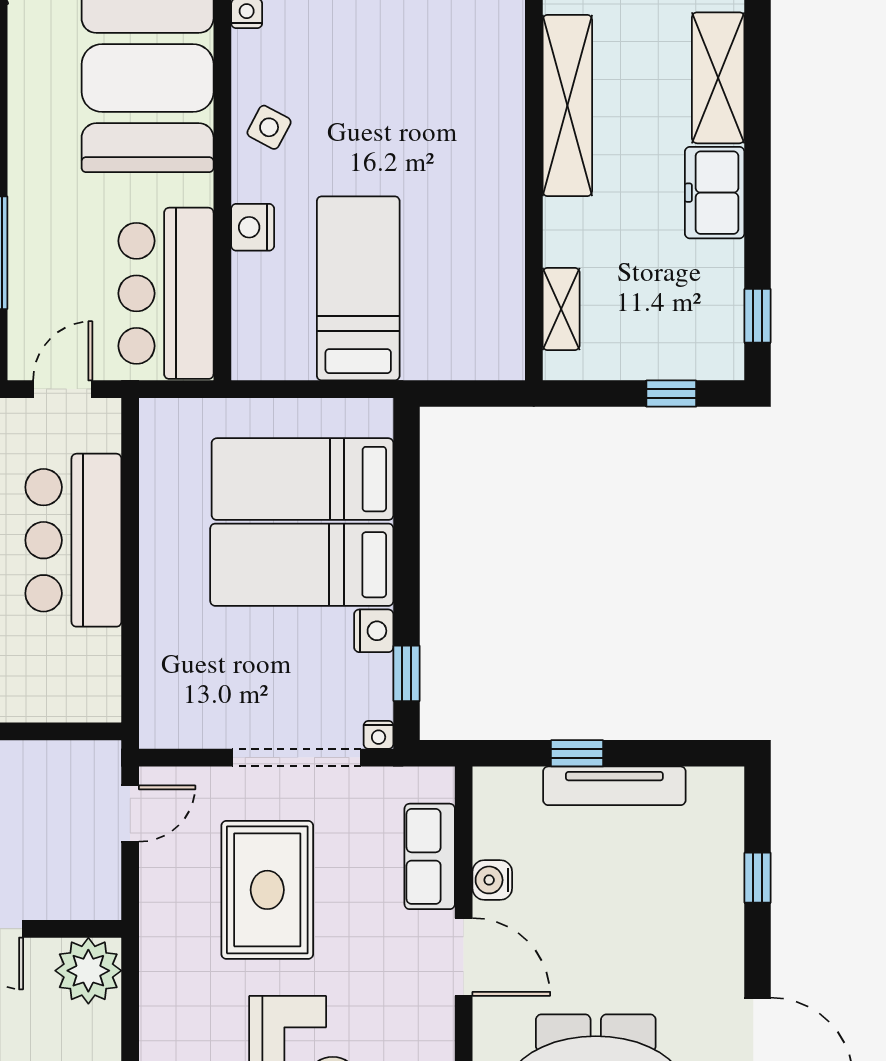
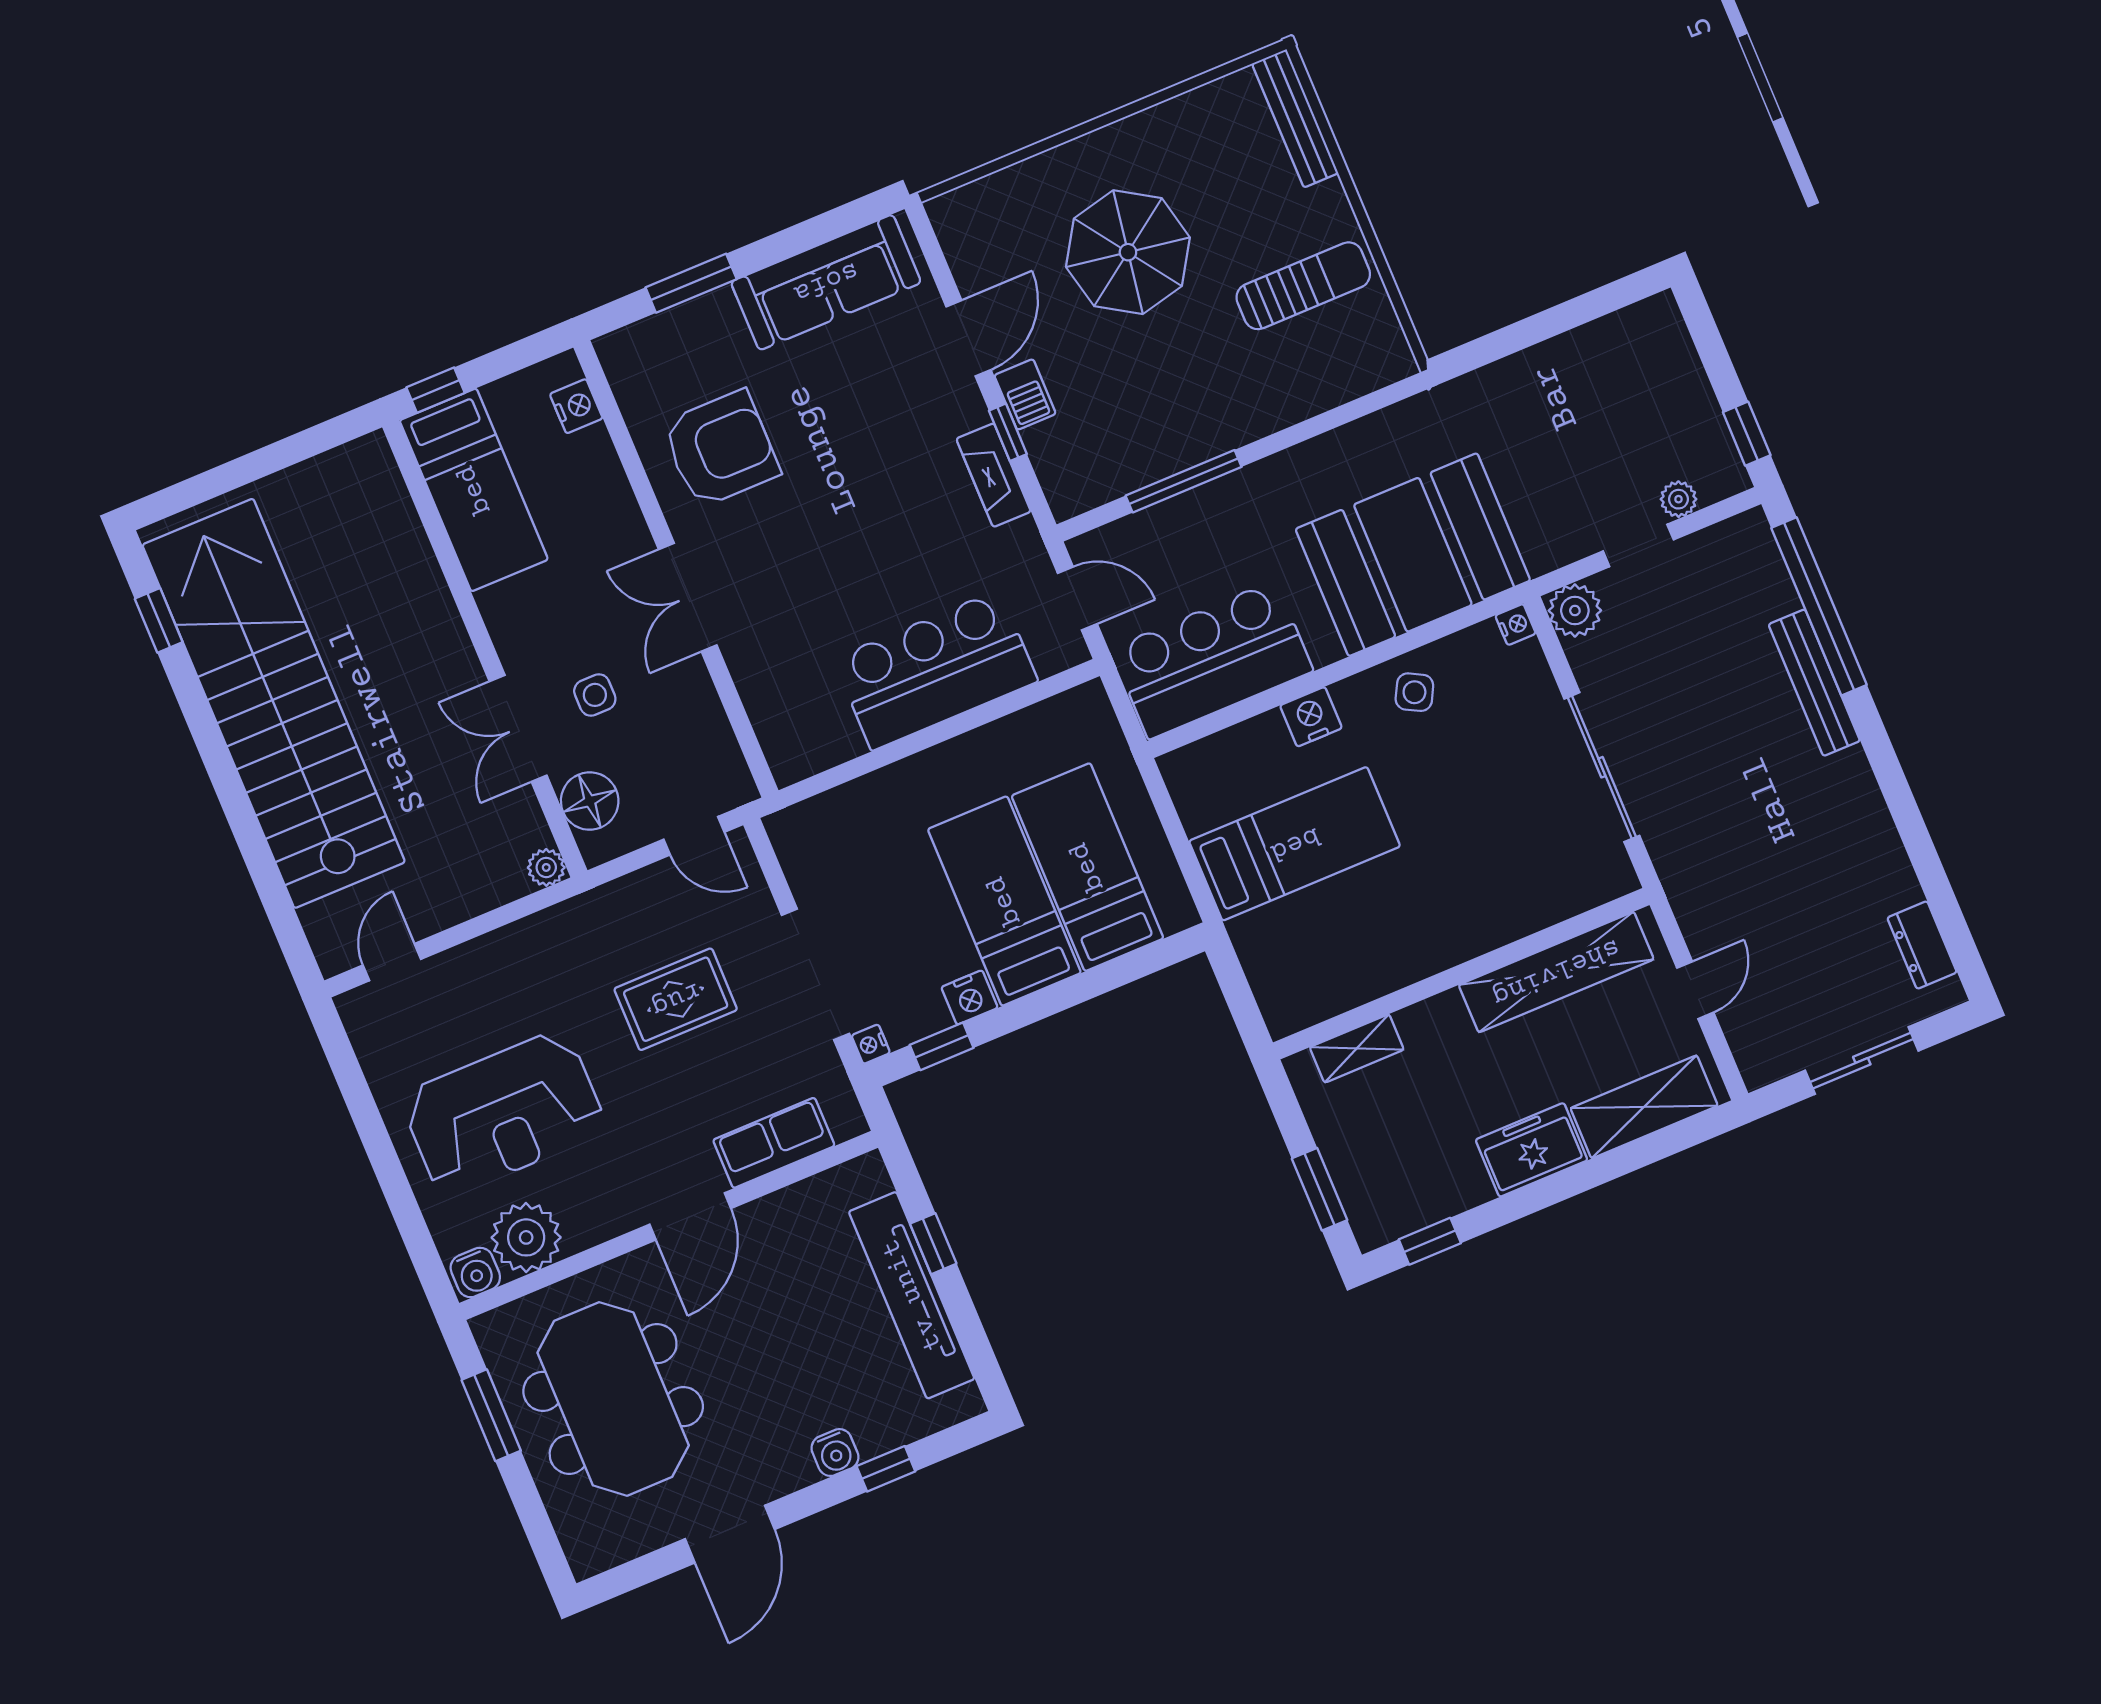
window: (671, 394) -> (1320, 1189), width x1.50
tv unit: (614, 786) -> (912, 1295), width x1.36, depth x1.29
water cooler: (492, 880) -> (835, 1453), moved, turned 180
rug: (267, 890) -> (676, 999), width x0.73, depth x0.70
floor lamp: (61, 893) -> (590, 801), added
plant: (88, 971) -> (546, 867), width x0.53, depth x0.53

